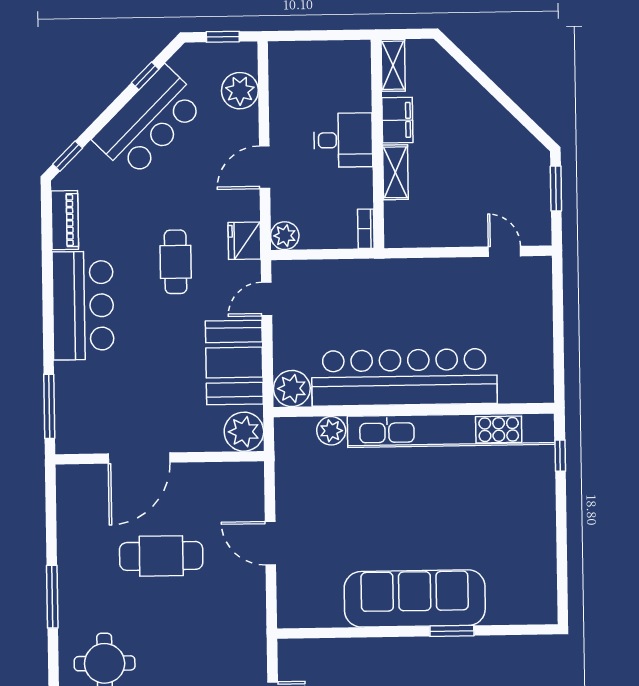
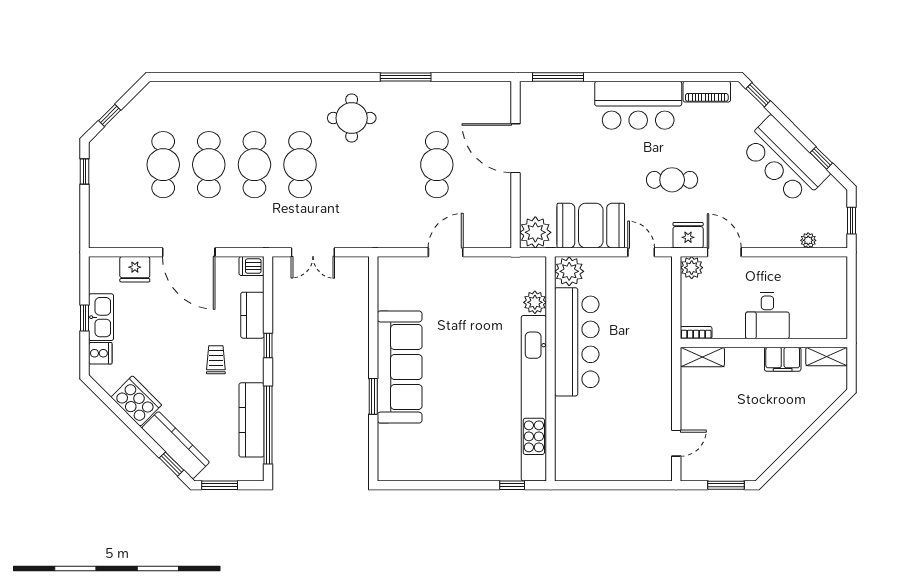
plant: (240, 91) -> (808, 240), width x0.53, depth x0.53
door: (265, 167) -> (724, 252), moved
shelving: (395, 172) -> (702, 357), moved
bar counter: (404, 377) -> (577, 342), width x0.73

